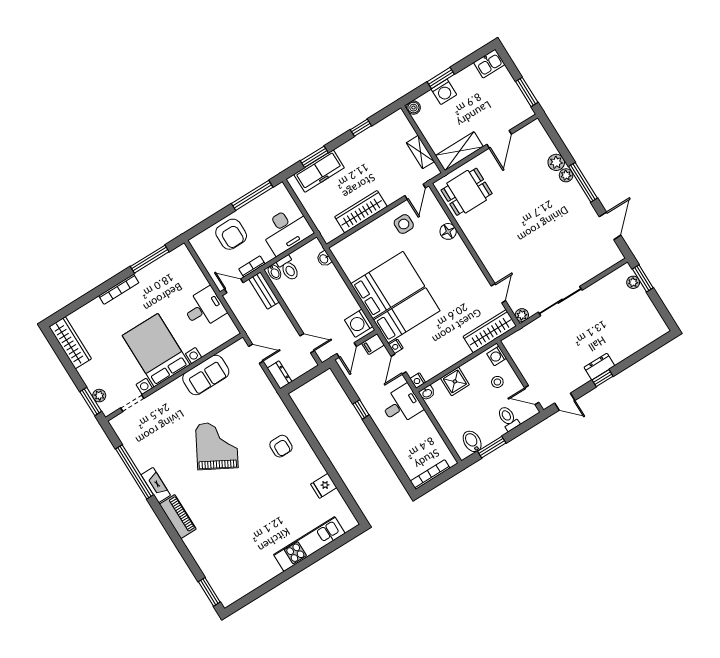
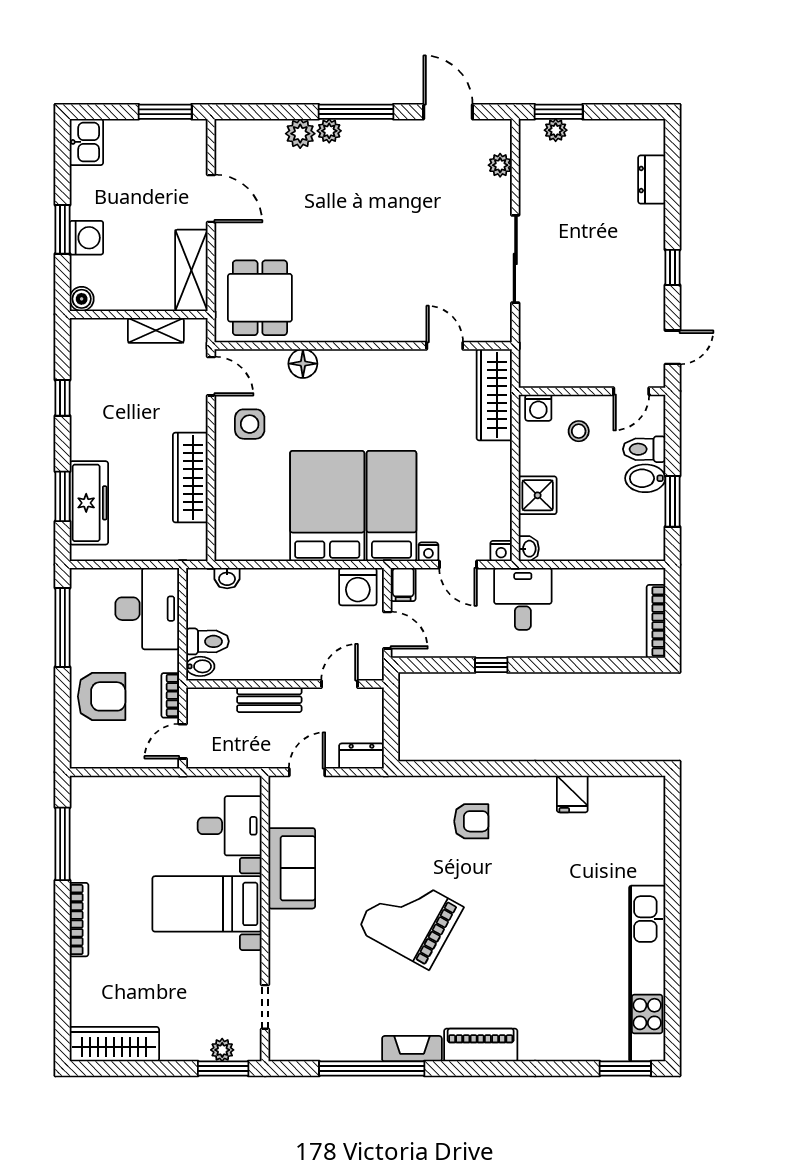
bench: (264, 290) -> (269, 700), moved
desk: (204, 308) -> (230, 826), moved, turned 90
plant: (522, 315) -> (500, 165), moved
bed with nightstands: (156, 350) -> (207, 904), width x0.73
dresser: (599, 366) -> (652, 180), moved
bidet: (472, 441) -> (645, 478), moved
kitchen unit: (309, 544) -> (647, 974), moved, width x1.36

